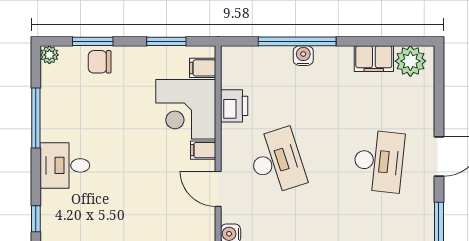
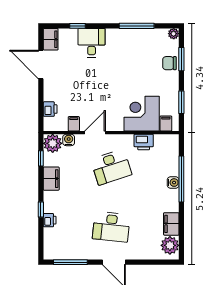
chair: (100, 62) -> (169, 63), turned -90
filing cabinet: (203, 150) -> (74, 124), moved
desk: (65, 165) -> (92, 43), moved

